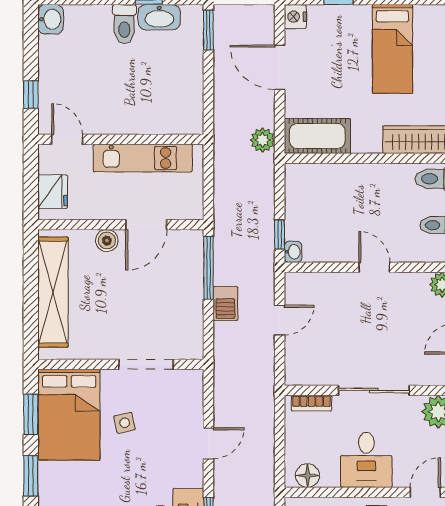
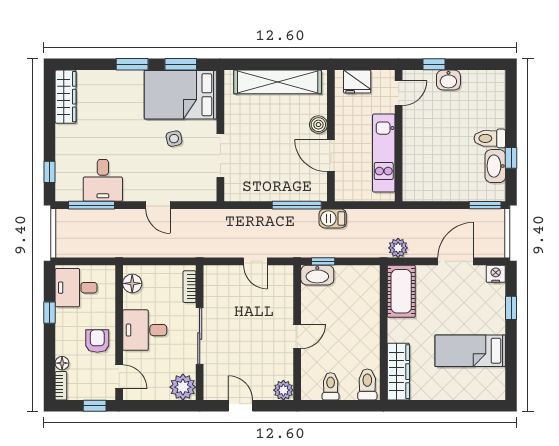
washbasin: (51, 19) -> (448, 80), moved
washbasin: (293, 252) -> (317, 275), width x1.91, depth x1.45
barbecue: (225, 303) -> (333, 218), moved

